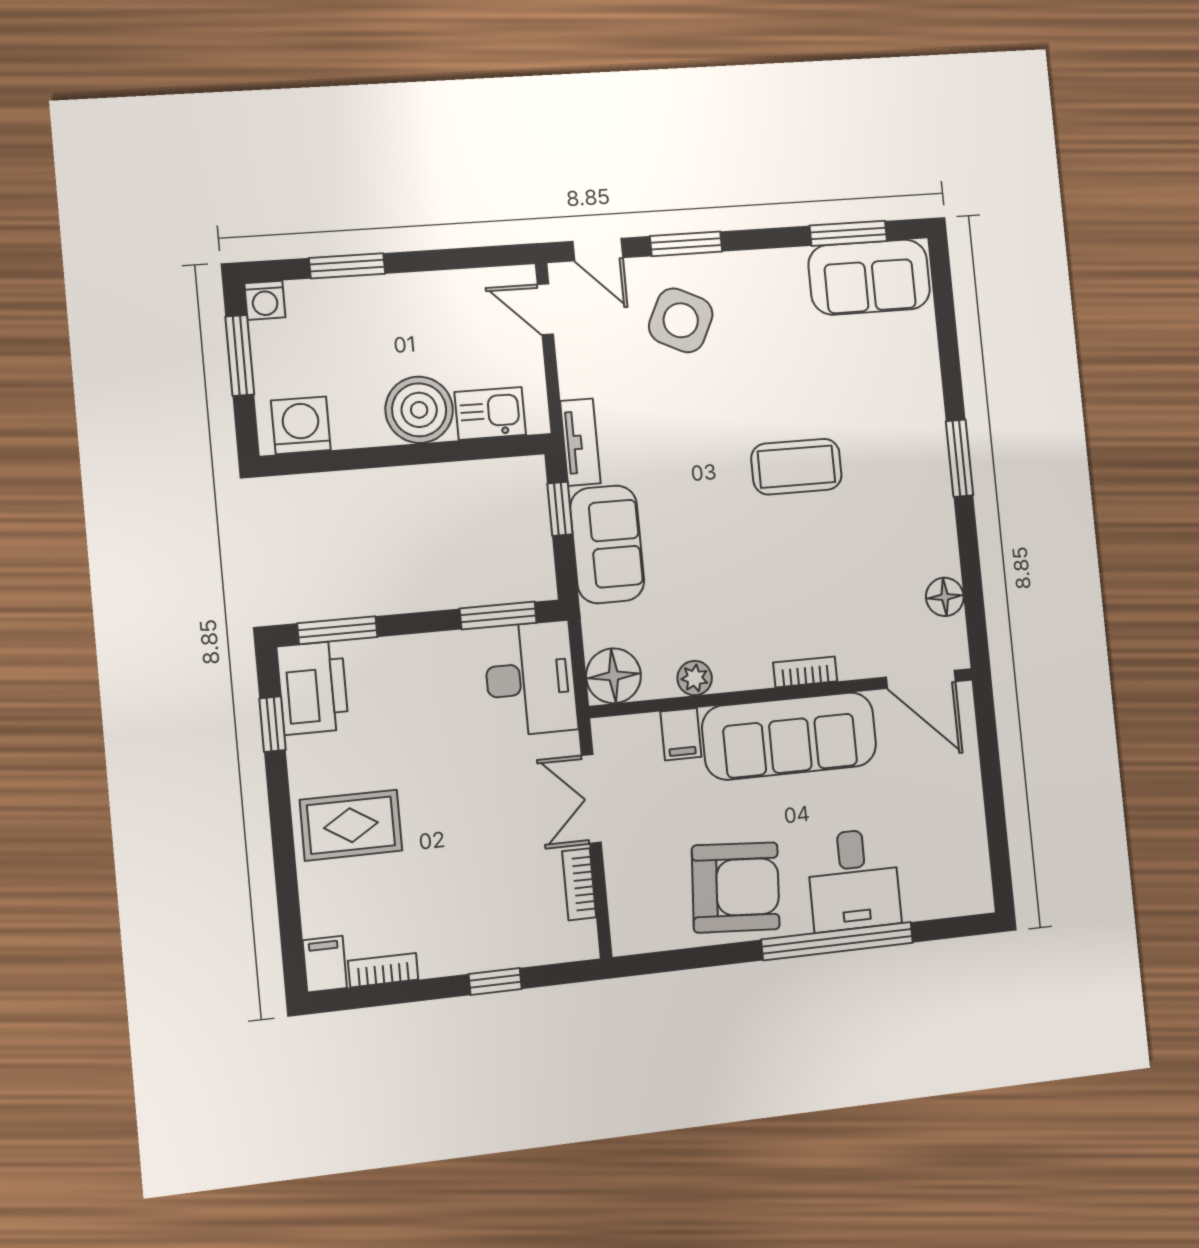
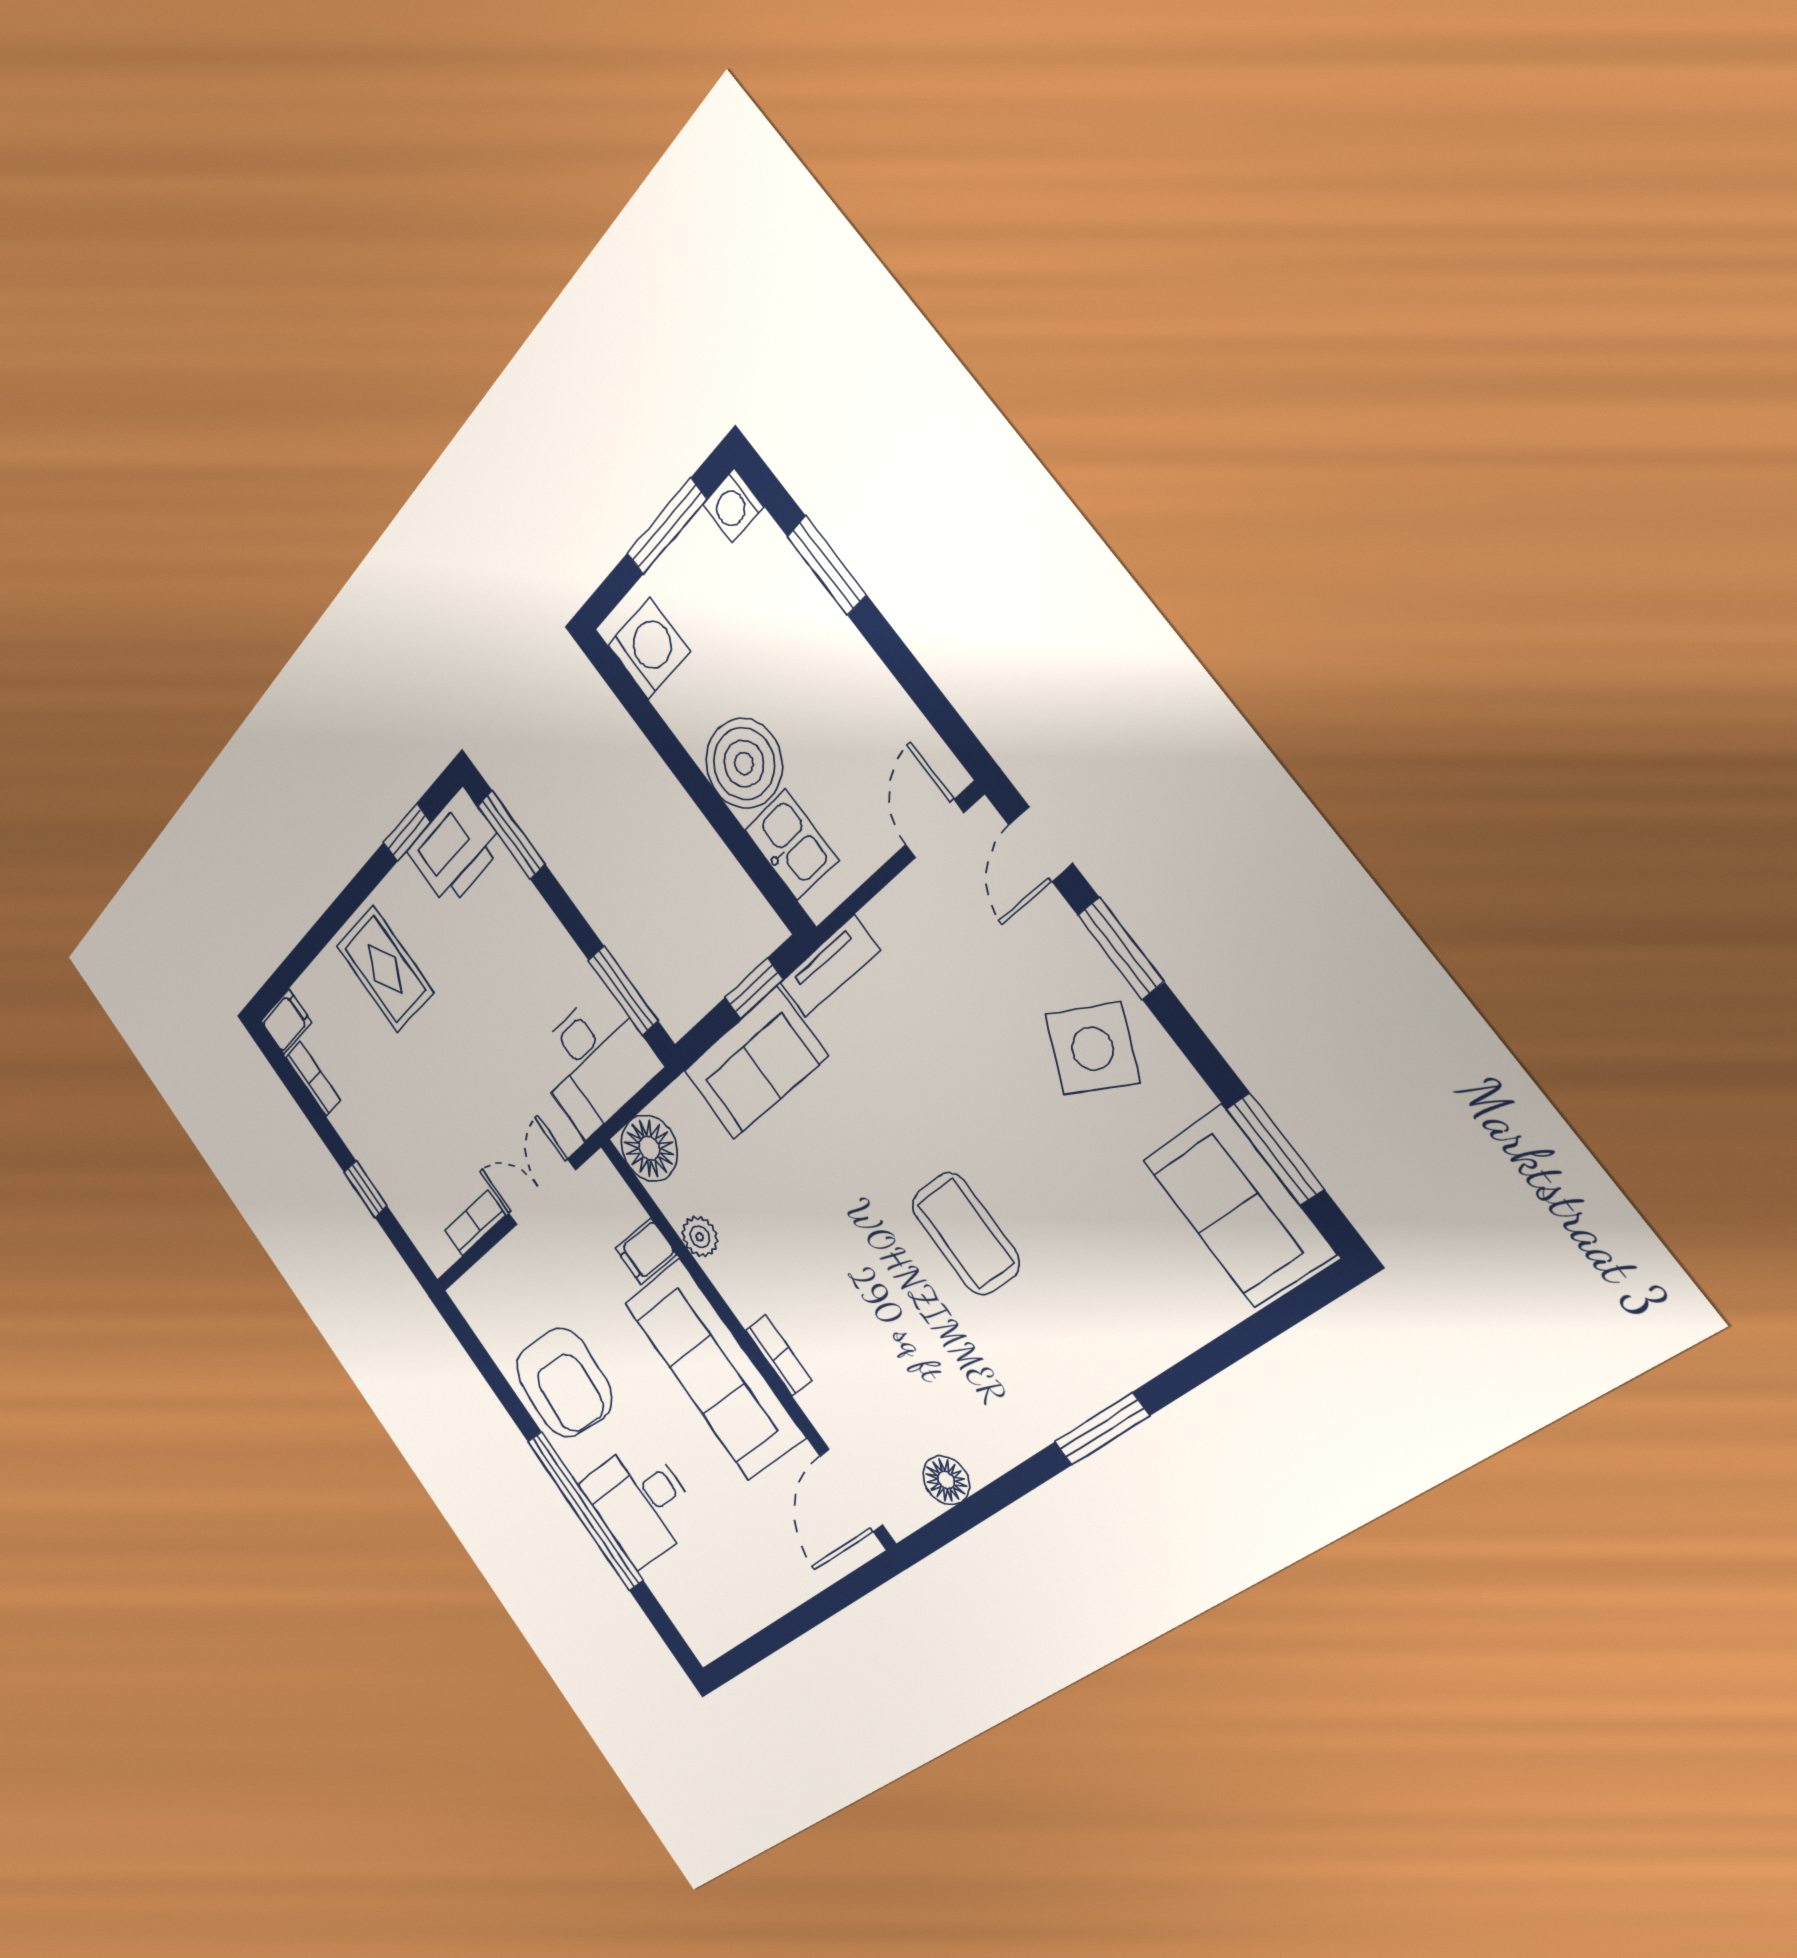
side table: (681, 320) -> (1092, 1049), moved

